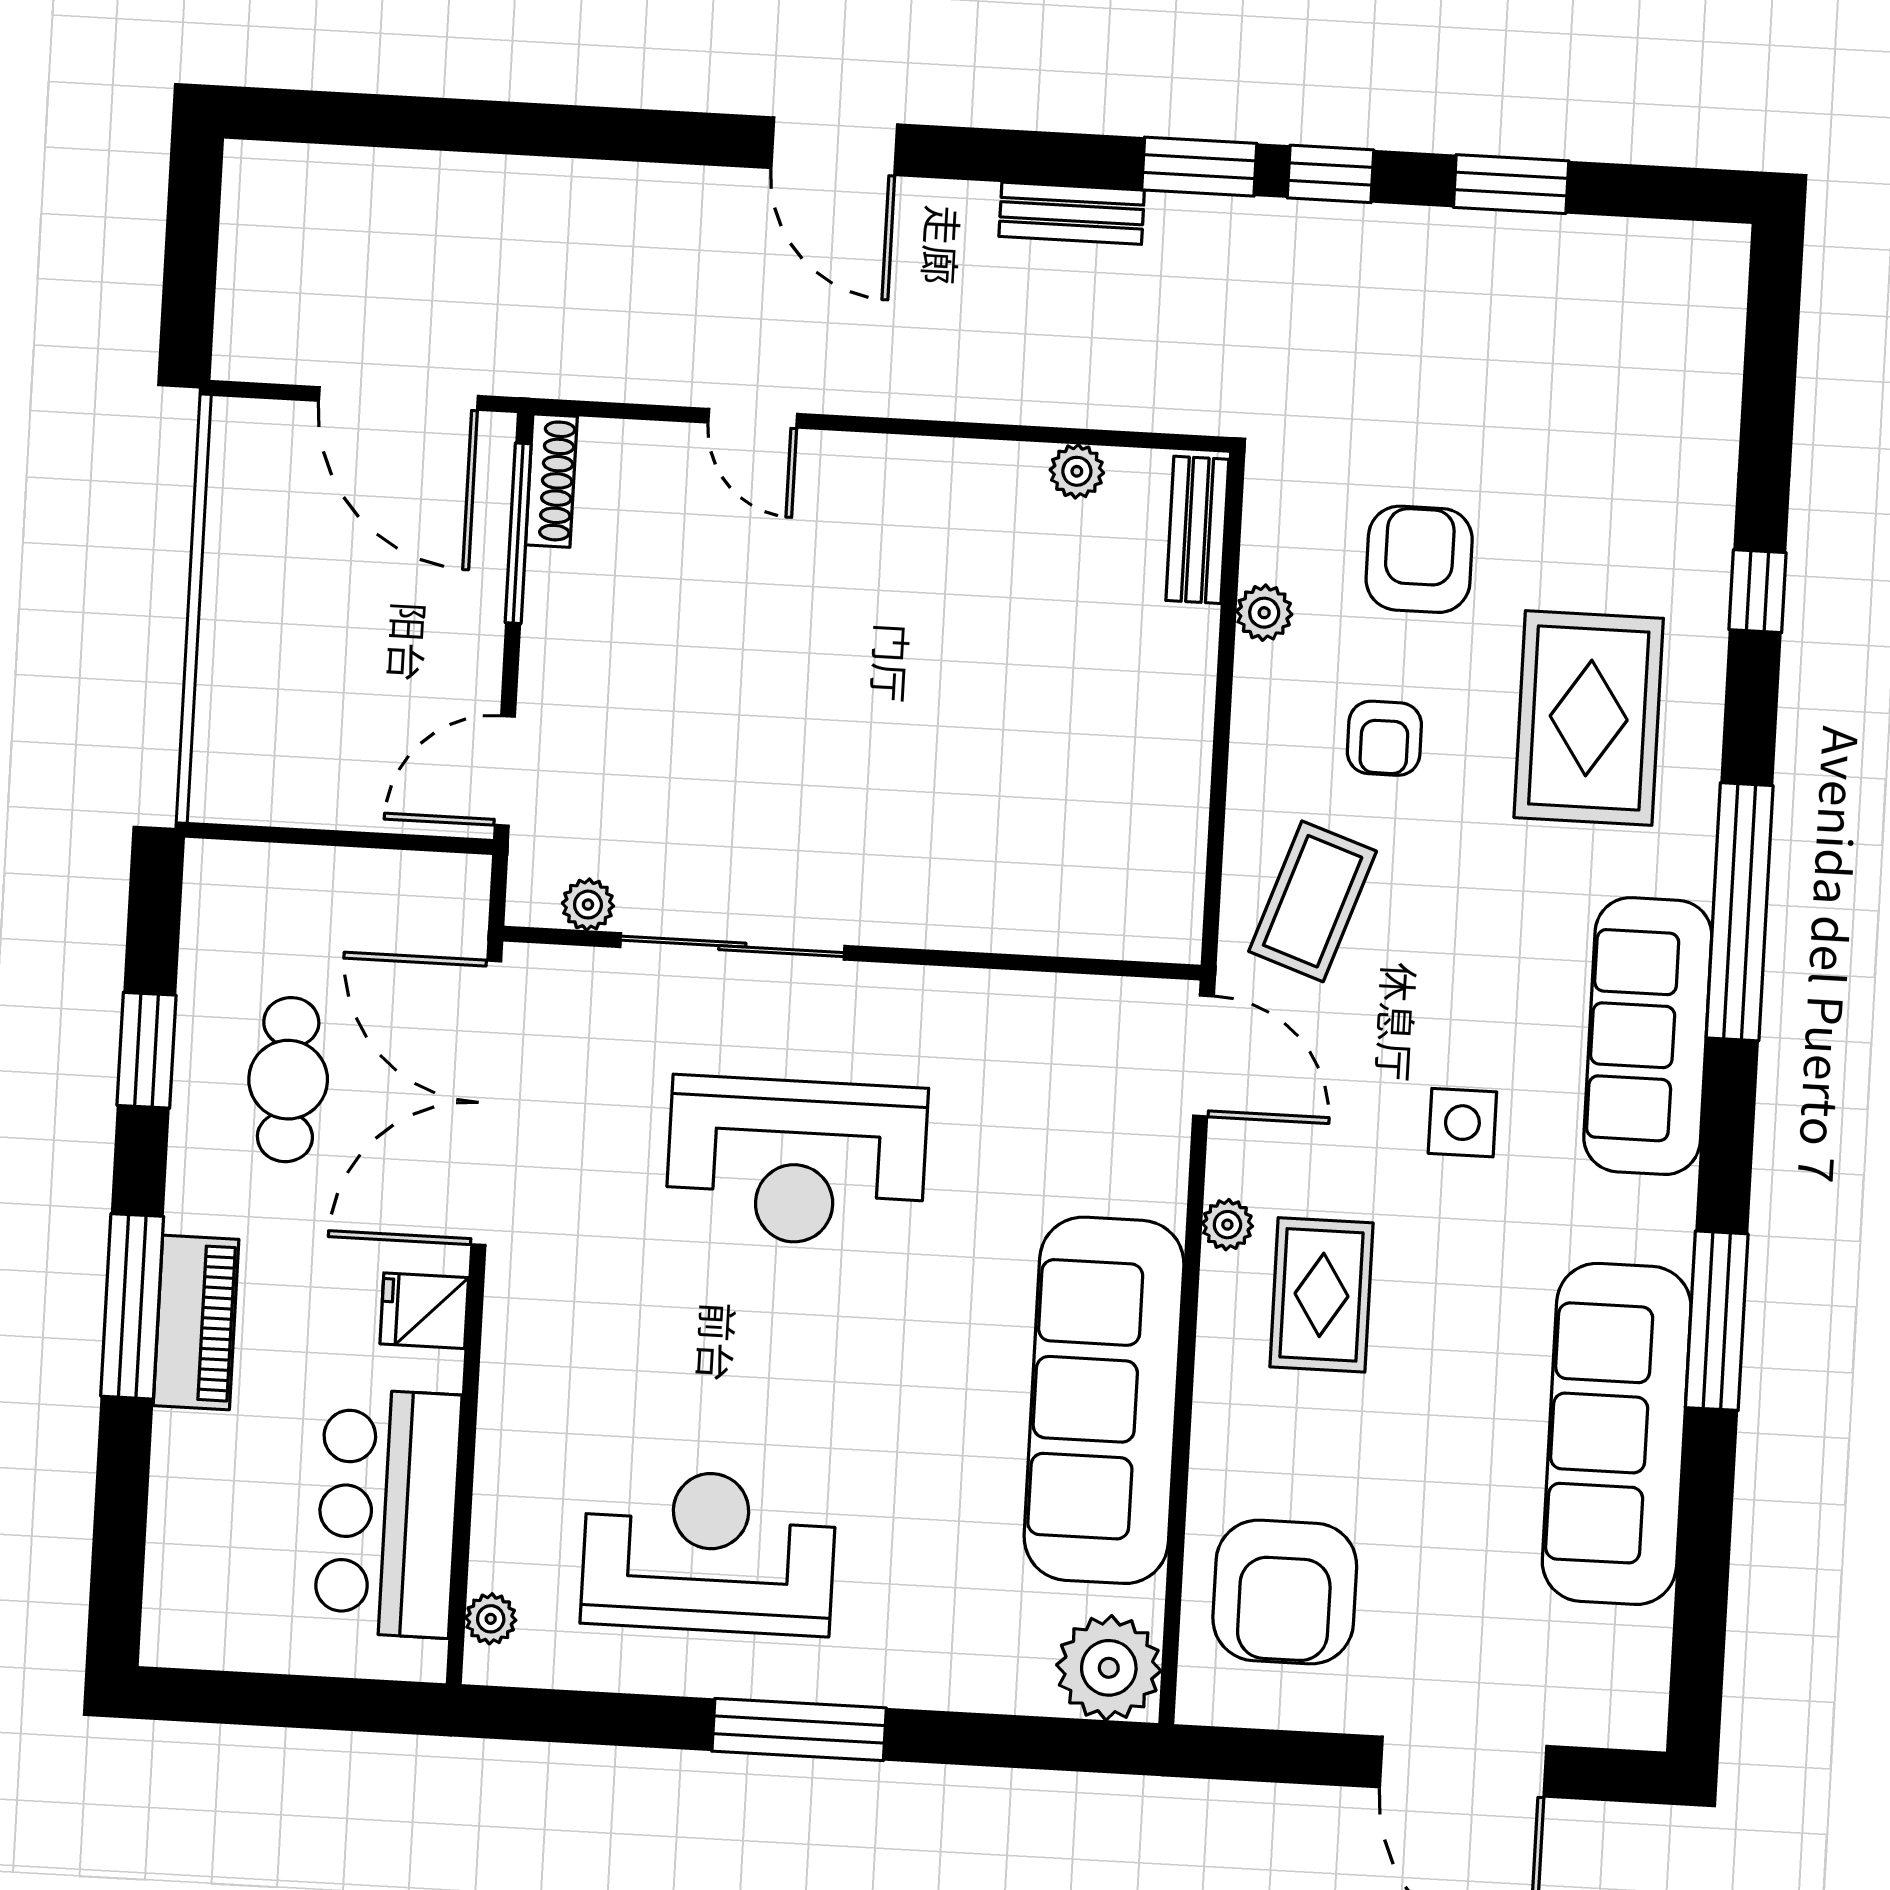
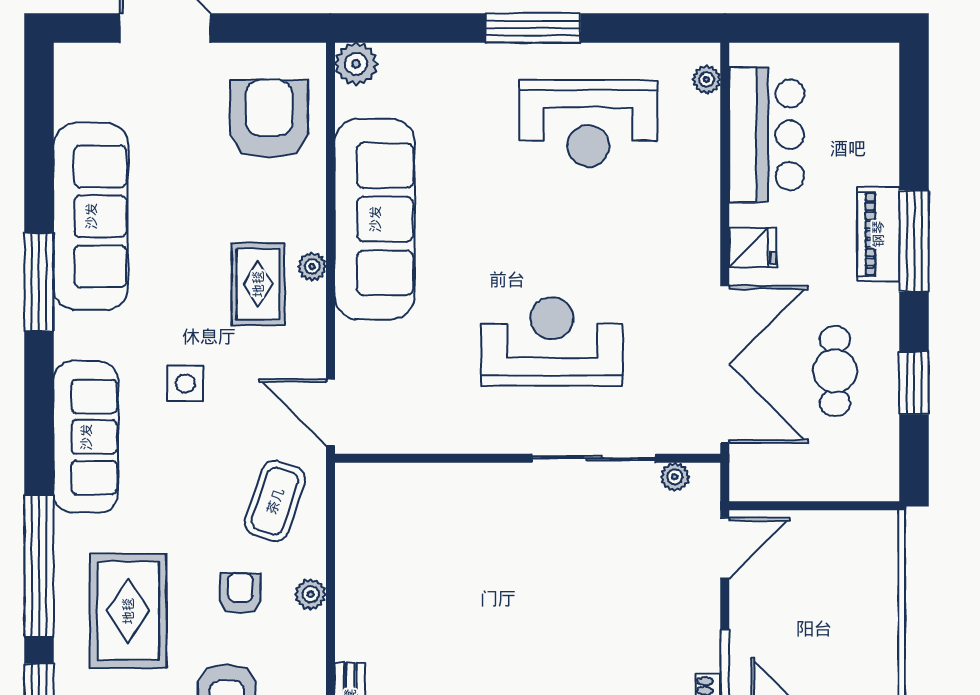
plant: (1264, 613) -> (311, 594), moved
window: (1740, 912) -> (39, 566), moved
plant: (1227, 1225) -> (312, 266), moved
plant: (1109, 1668) -> (356, 64), width x0.73, depth x0.73

